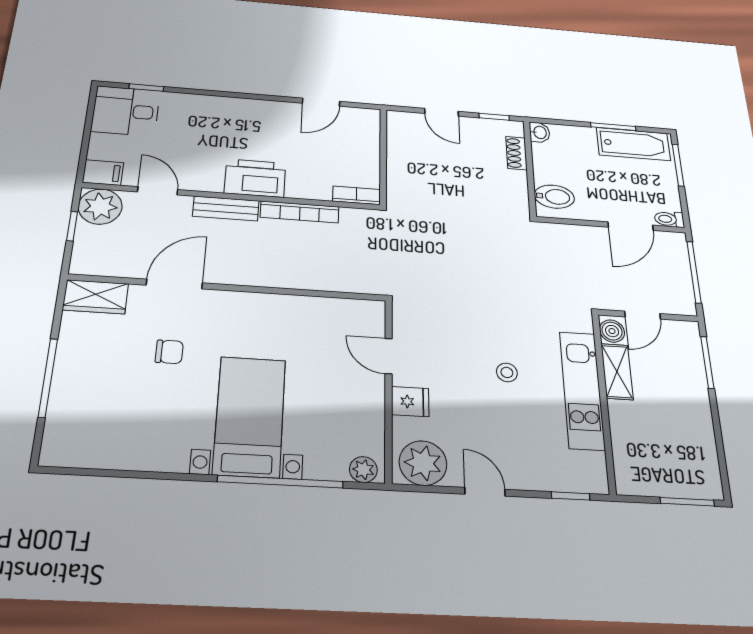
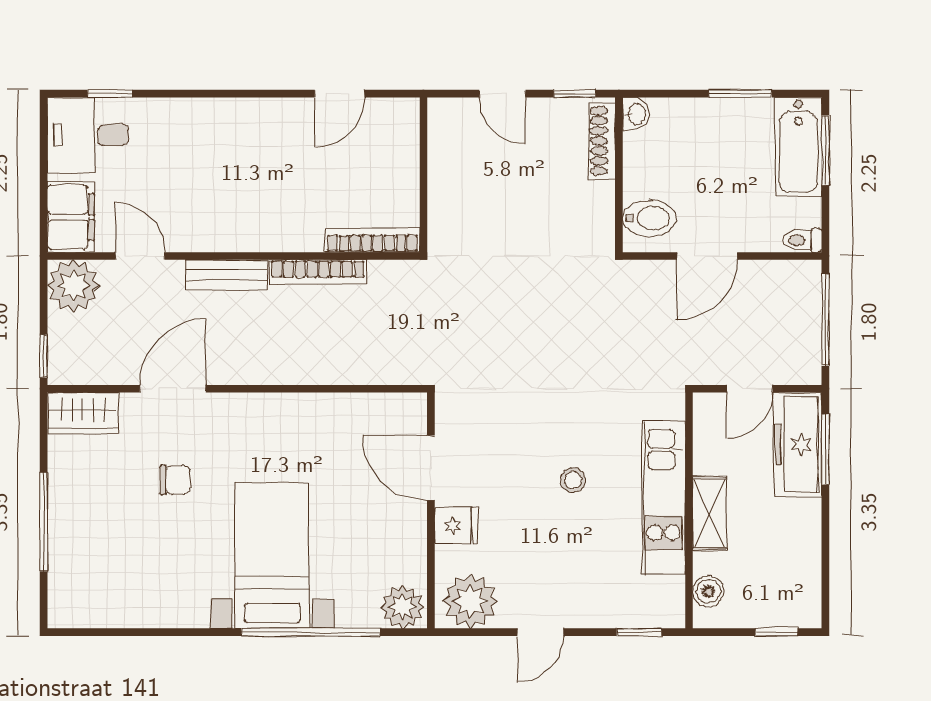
bathtub: (633, 144) -> (798, 147), moved, turned 90
shoe rack: (516, 153) -> (602, 141), width x1.43
filing cabinet: (103, 173) -> (71, 217), width x2.00
printer: (255, 178) -> (260, 225), removed
bookcase: (357, 195) -> (372, 240), width x1.56
window: (72, 226) -> (44, 356), moved
door: (631, 226) -> (707, 256), moved
boiler: (612, 331) -> (708, 591), moved
door: (389, 356) -> (431, 468), width x1.38
freezer: (685, 357) -> (798, 444), added
shelving: (617, 372) -> (709, 513), moved
plant: (363, 470) -> (402, 607), width x1.38, depth x1.38
door: (485, 492) -> (540, 632), swing flipped
window: (687, 502) -> (776, 632), width x0.67

